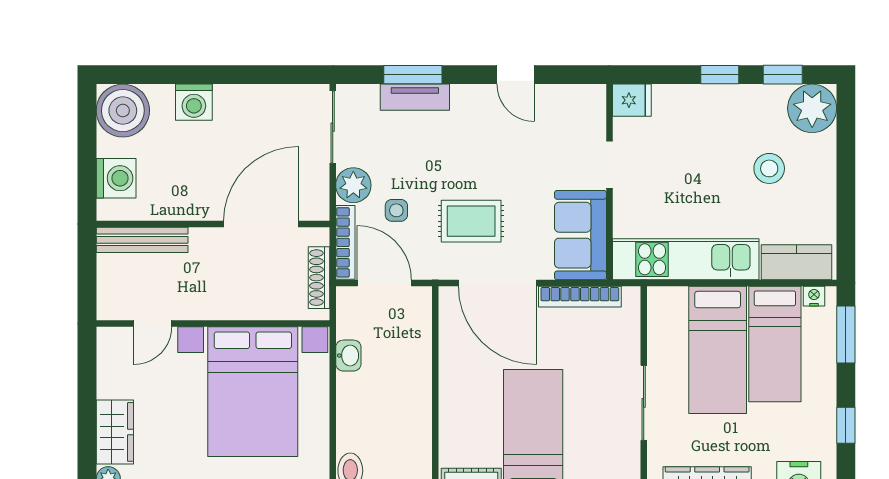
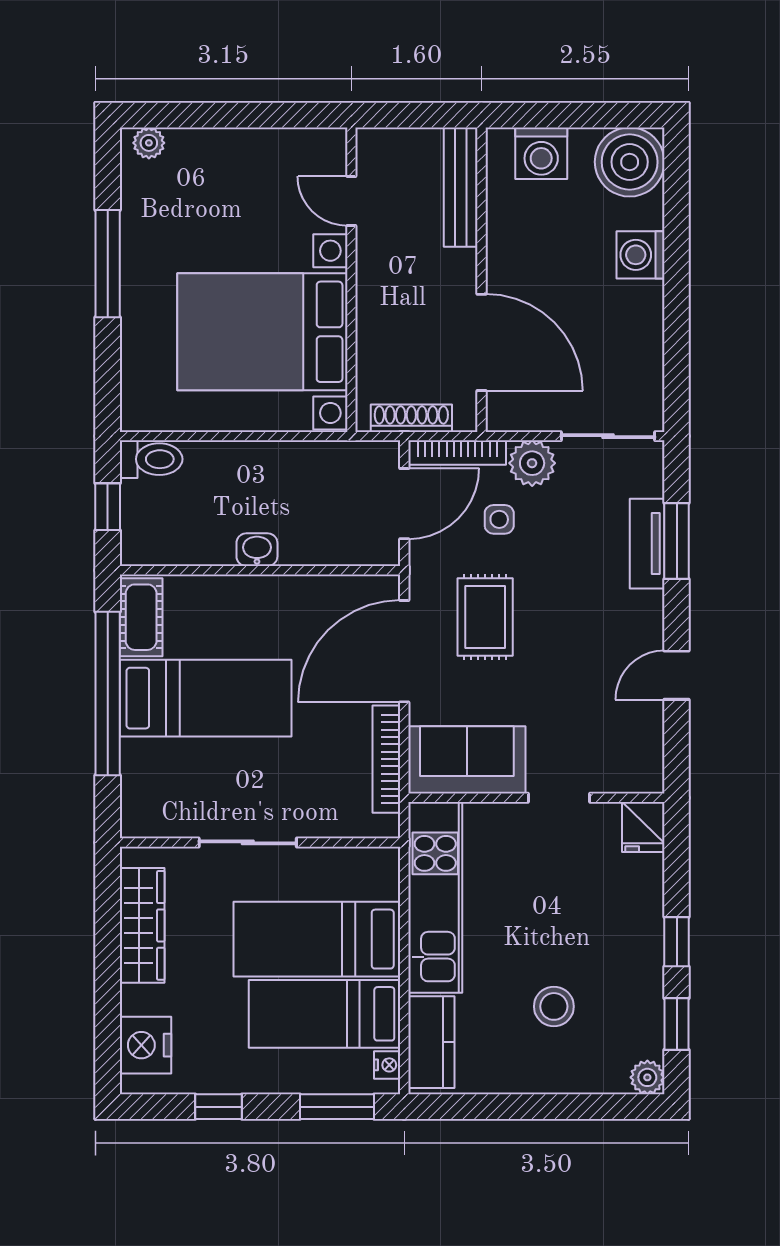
plant: (812, 108) -> (647, 1077), width x0.53, depth x0.53
washbasin: (348, 356) -> (257, 550), moved, turned 180
wardrobe: (115, 432) -> (210, 152), removed

